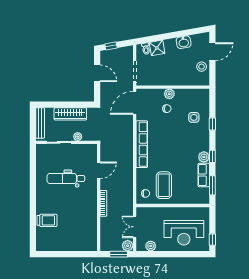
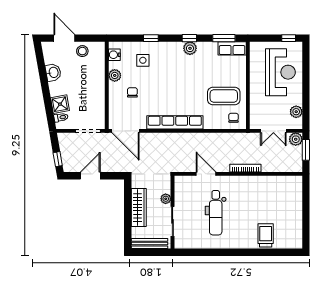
water cooler: (198, 93) -> (114, 55), added
plant: (169, 94) -> (115, 75), moved
row of seats: (204, 175) -> (232, 48), moved

